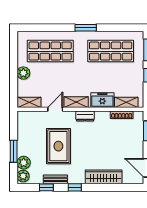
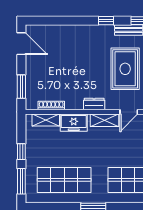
wardrobe: (104, 177) -> (72, 33), removed

